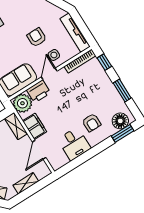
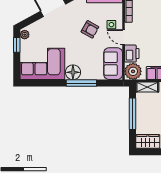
armchair: (37, 37) -> (90, 29), turned -151

